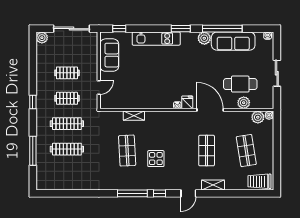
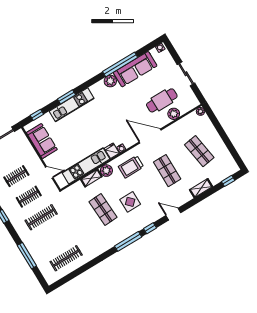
window: (181, 29) -> (66, 97), moved
door: (99, 88) -> (49, 172), hinge flipped
kitchen unit: (136, 102) -> (86, 166), added
fridge: (187, 102) -> (112, 151), moved
plant: (258, 117) -> (106, 171), moved
clothes rail: (67, 149) -> (66, 258), moved
trolley: (259, 181) -> (131, 167), moved
shelving: (213, 185) -> (201, 188), moved
door: (188, 193) -> (173, 214), swing flipped
window: (256, 193) -> (228, 181), added

